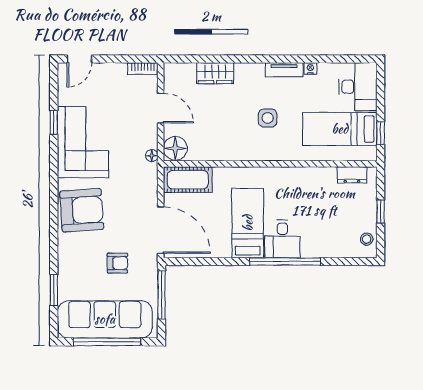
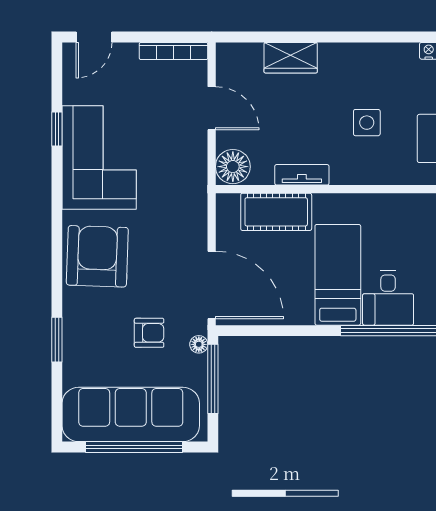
bookcase: (143, 69) -> (173, 51), width x1.56
tv unit: (284, 70) -> (302, 175), moved, turned 180
floor lamp: (152, 156) -> (199, 344), moved
cot: (188, 180) -> (276, 212), moved
armchair: (82, 210) -> (97, 256), turned -84
window: (54, 290) -> (57, 340), moved

